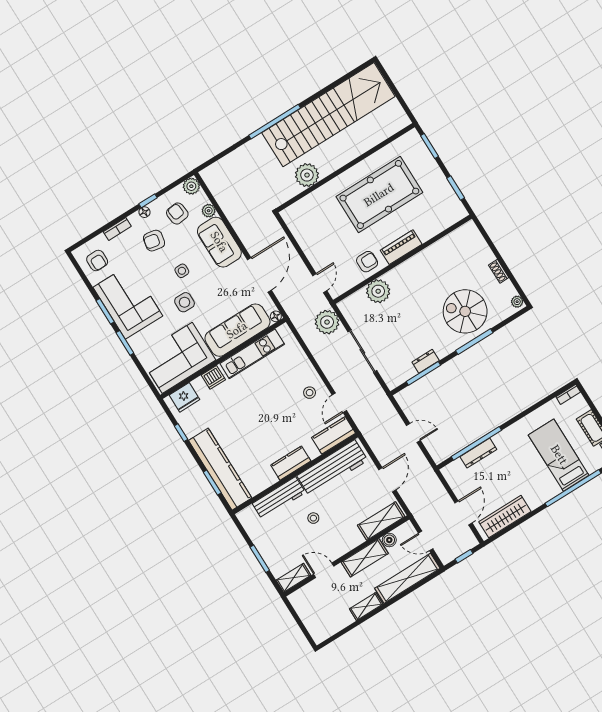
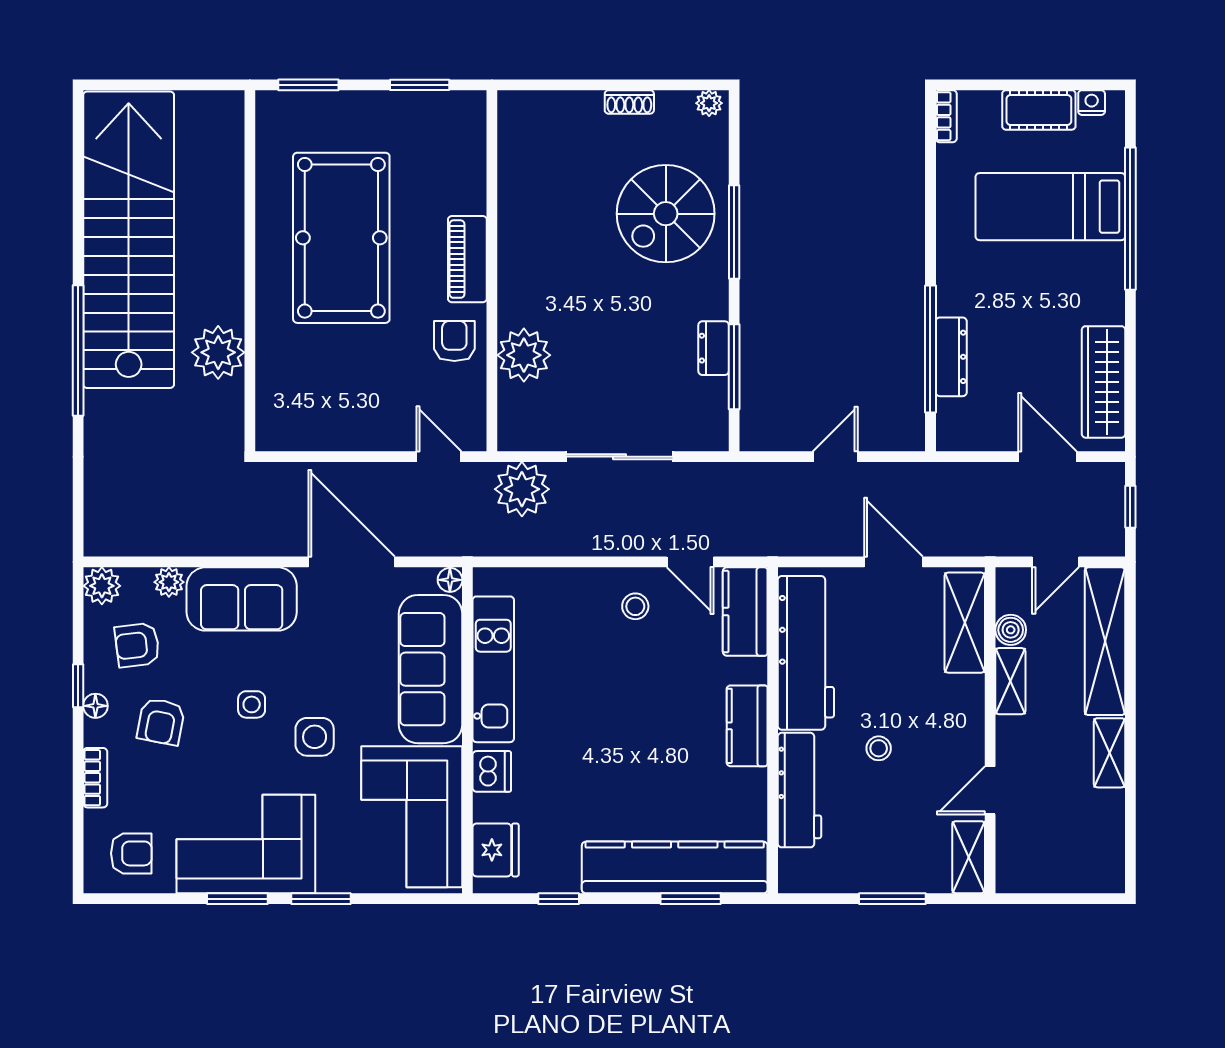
shelving: (365, 558) -> (1010, 681), width x0.67, depth x0.75

